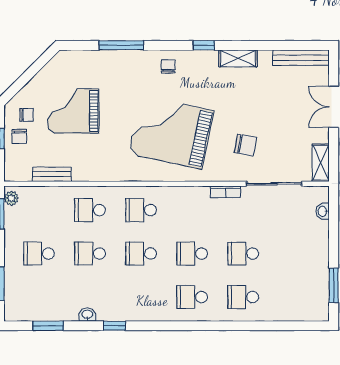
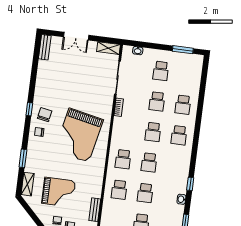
window: (121, 45) -> (23, 158), width x0.69
shelving: (238, 58) -> (28, 184), moved
bench: (301, 58) -> (45, 47), width x0.73
grand piano: (73, 111) -> (59, 192), turned -90
chair: (246, 145) -> (45, 115), moved
school desk: (294, 254) -> (161, 71), added

